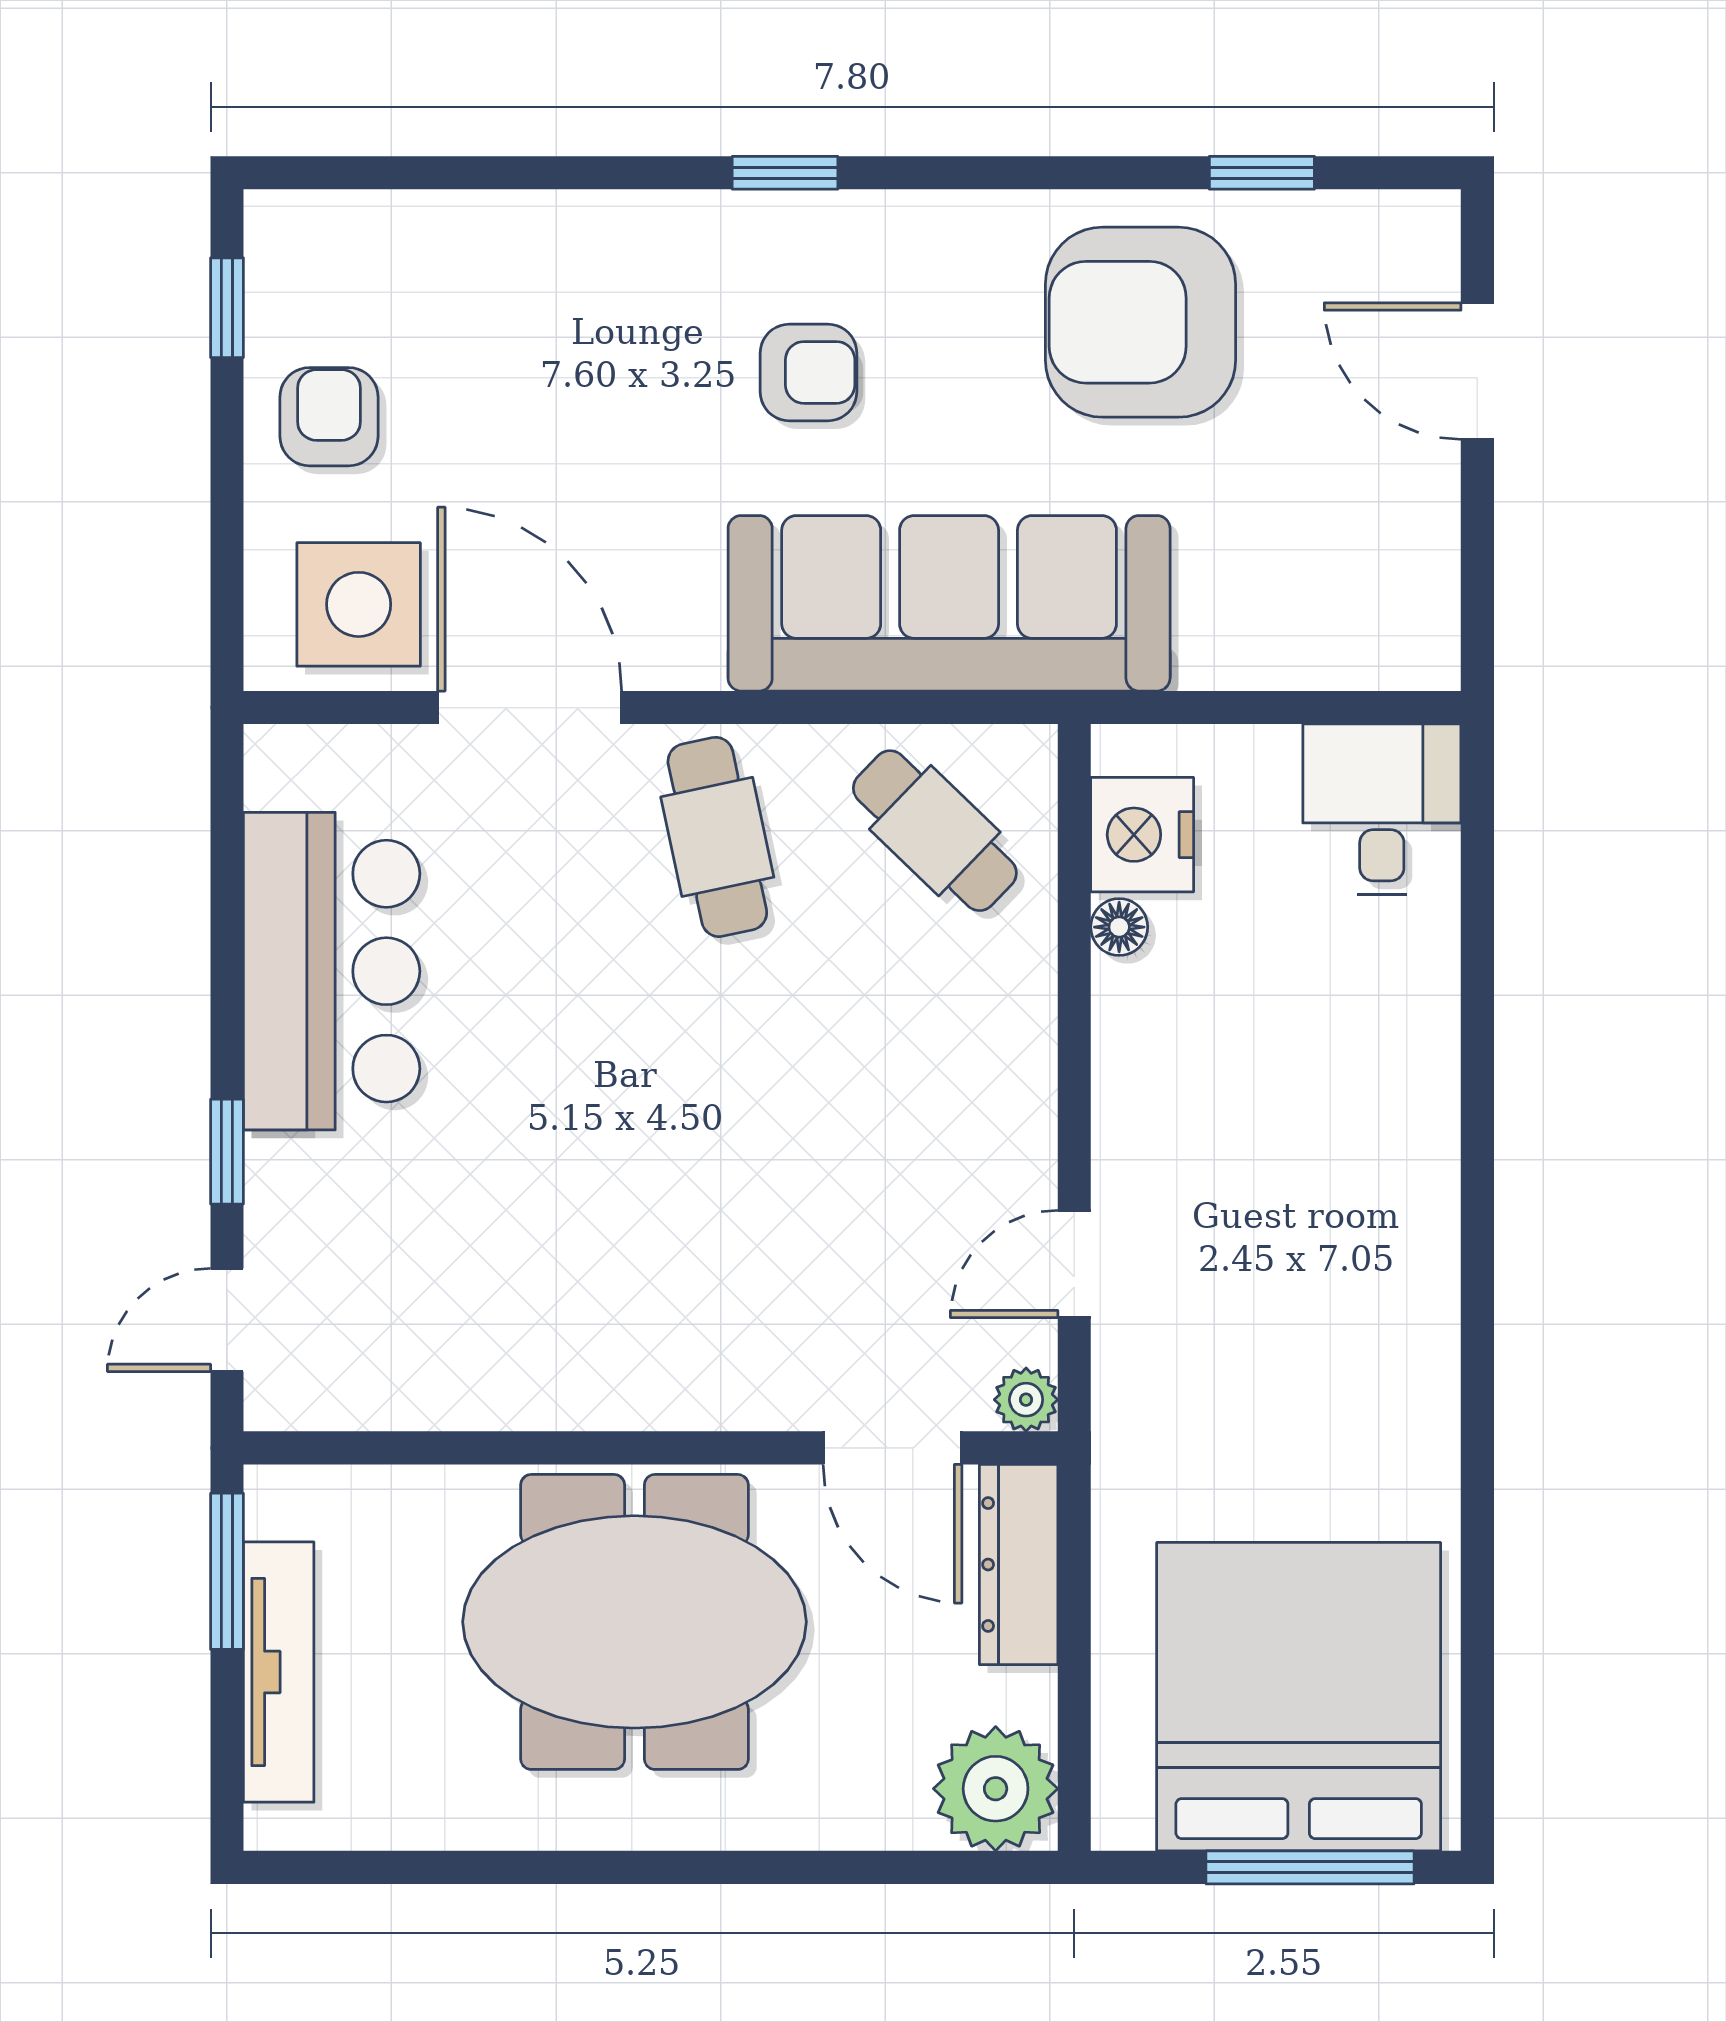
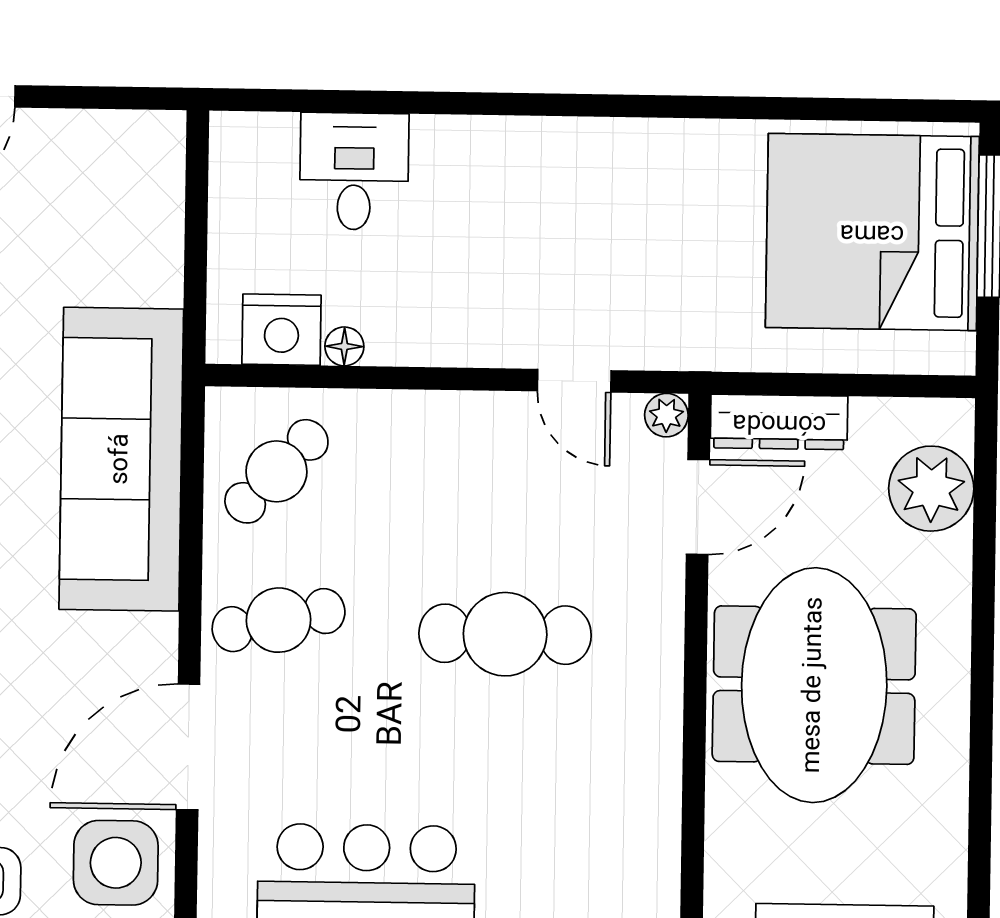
desk: (1382, 809) -> (354, 171), moved, turned 90
cafe table: (702, 1169) -> (505, 634), added
plant: (996, 1789) -> (931, 489), moved

